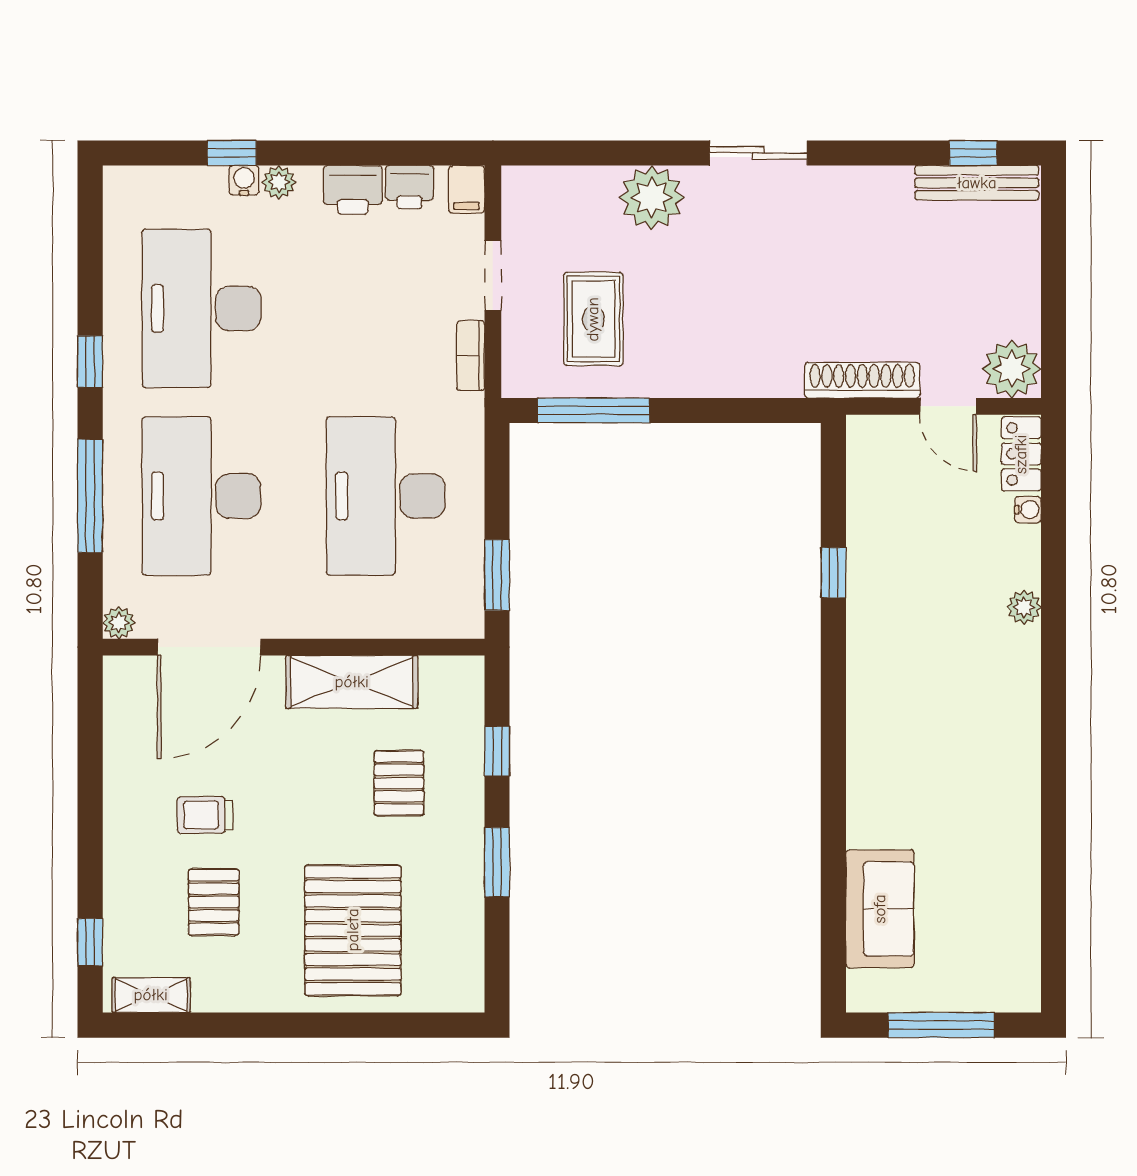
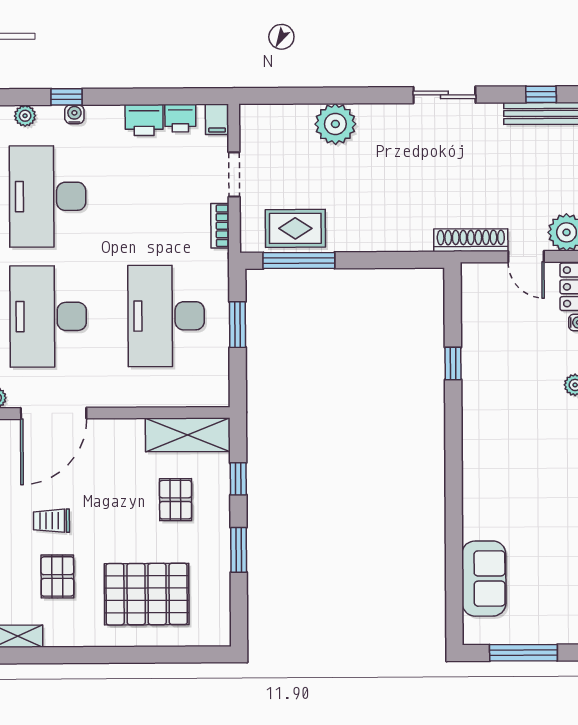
sliding door: (758, 153) -> (444, 95), moved
plant: (279, 182) -> (25, 116), moved
rug: (593, 319) -> (295, 228), moved, turned 90
window: (497, 575) -> (237, 325), moved
shelving: (352, 682) -> (188, 435), moved
pallet: (353, 930) -> (147, 594), turned 90

